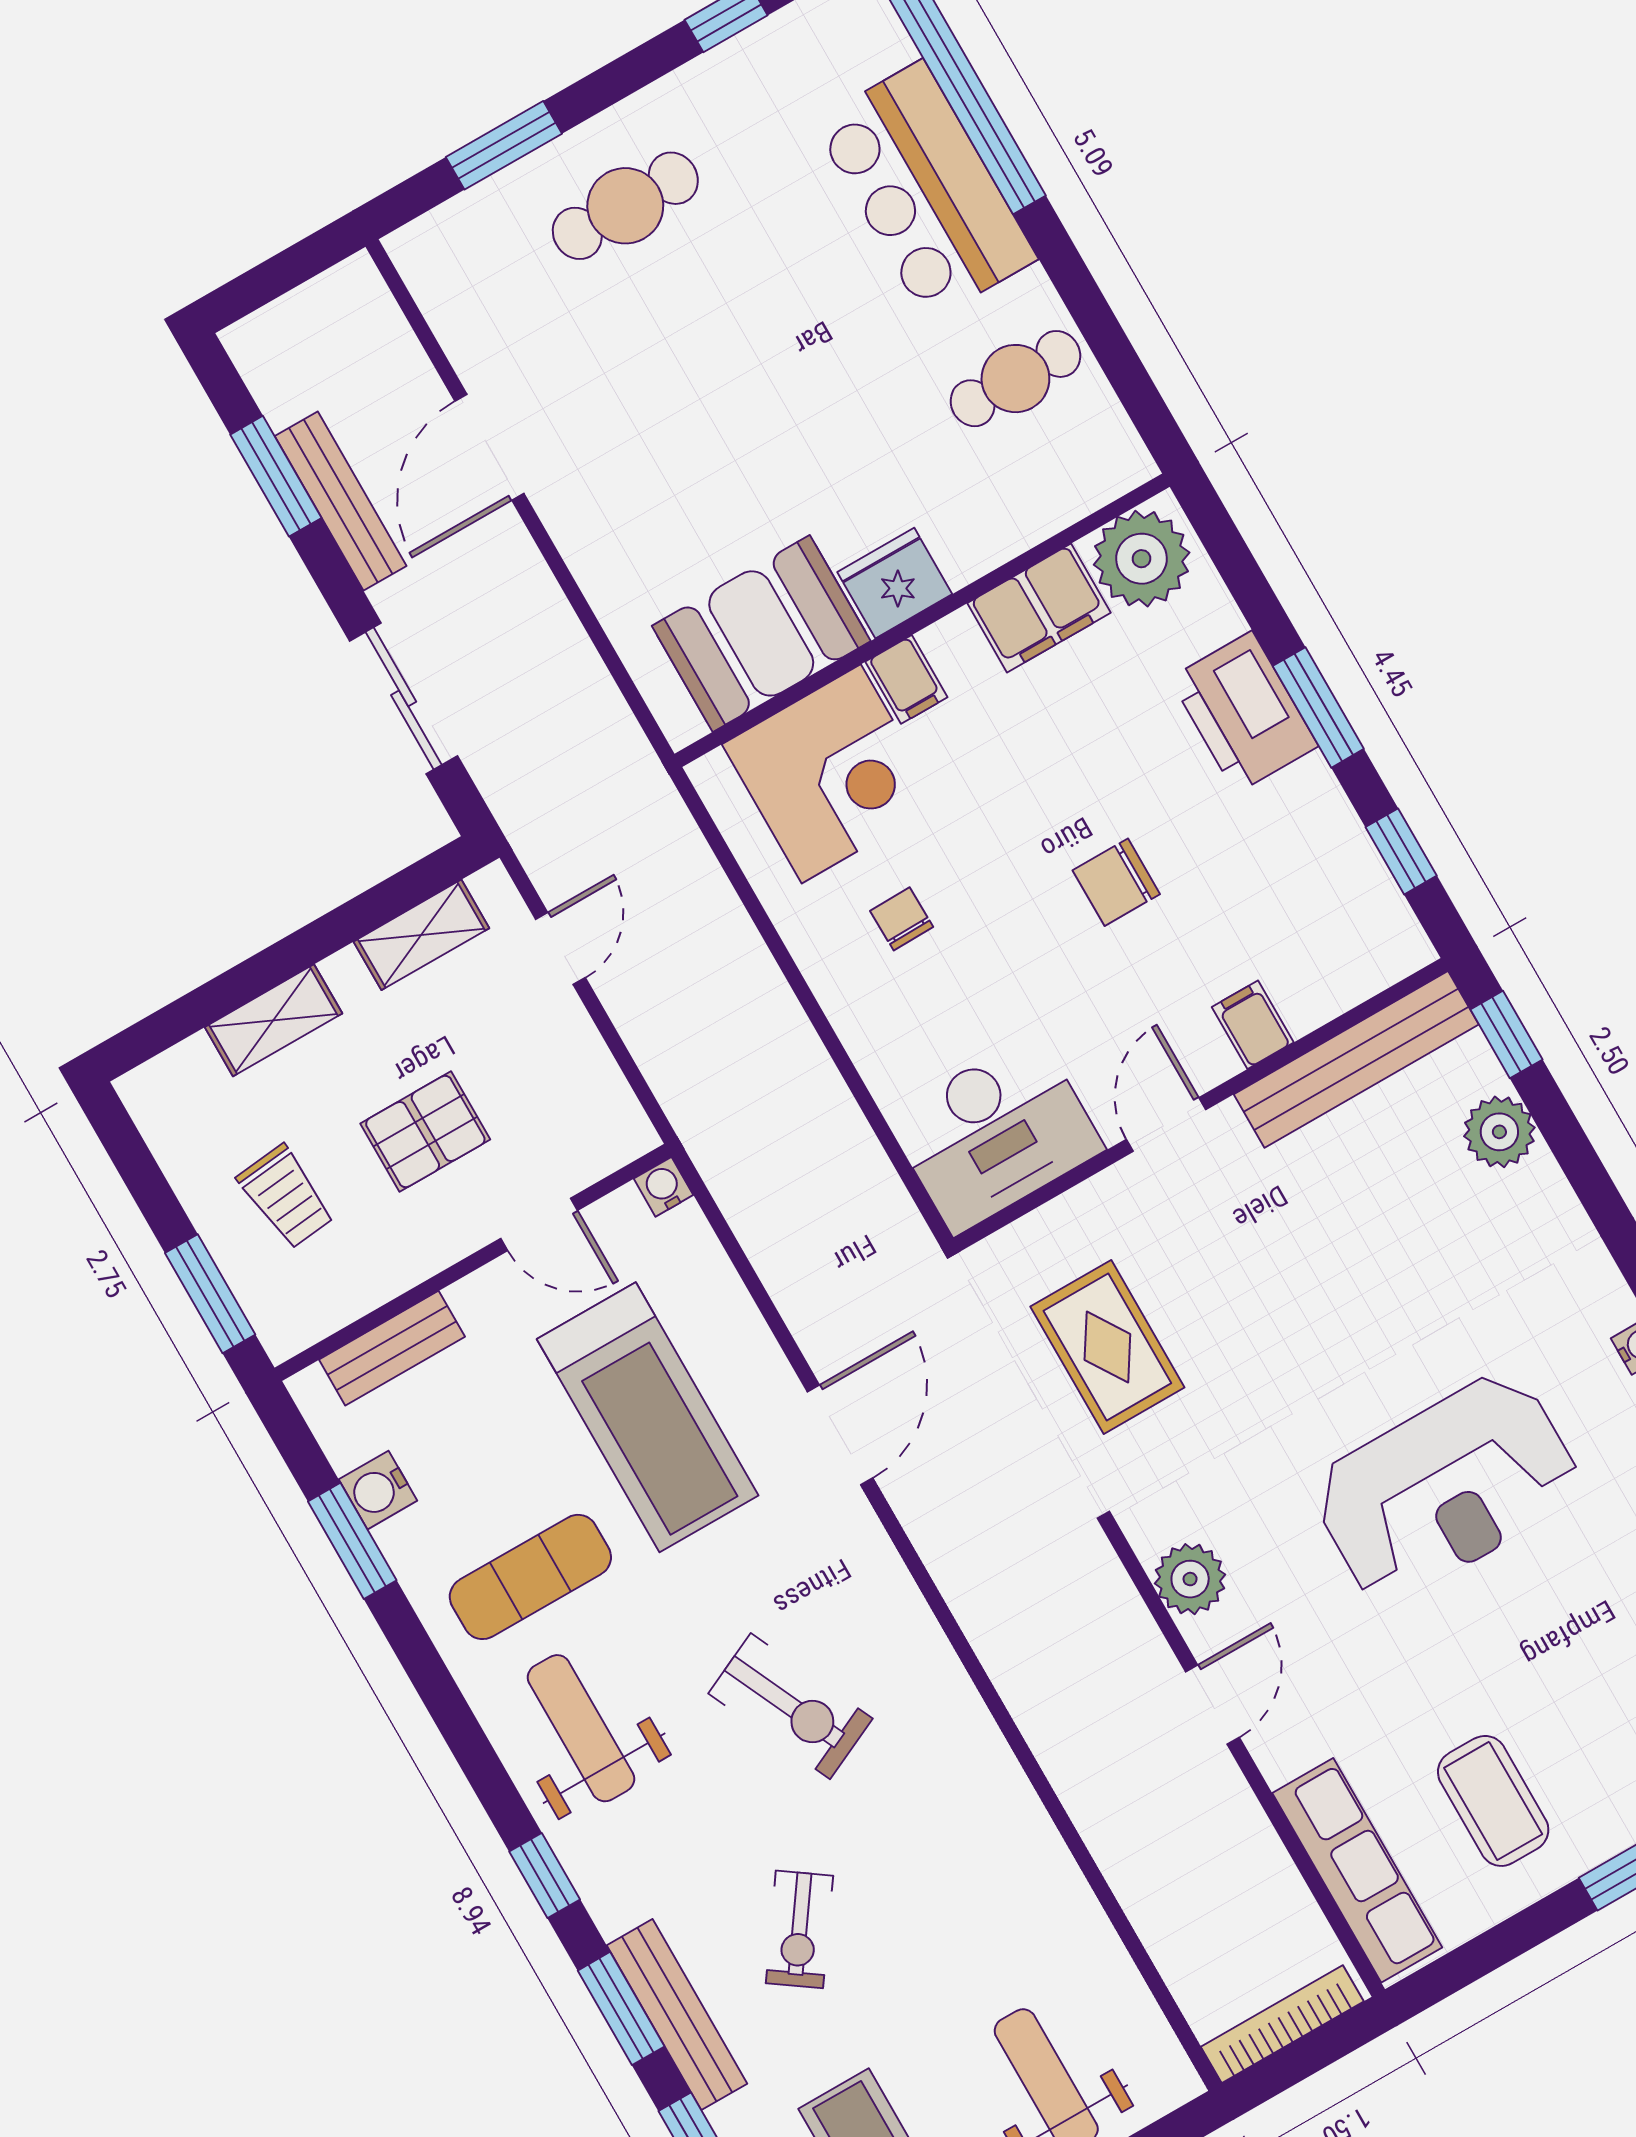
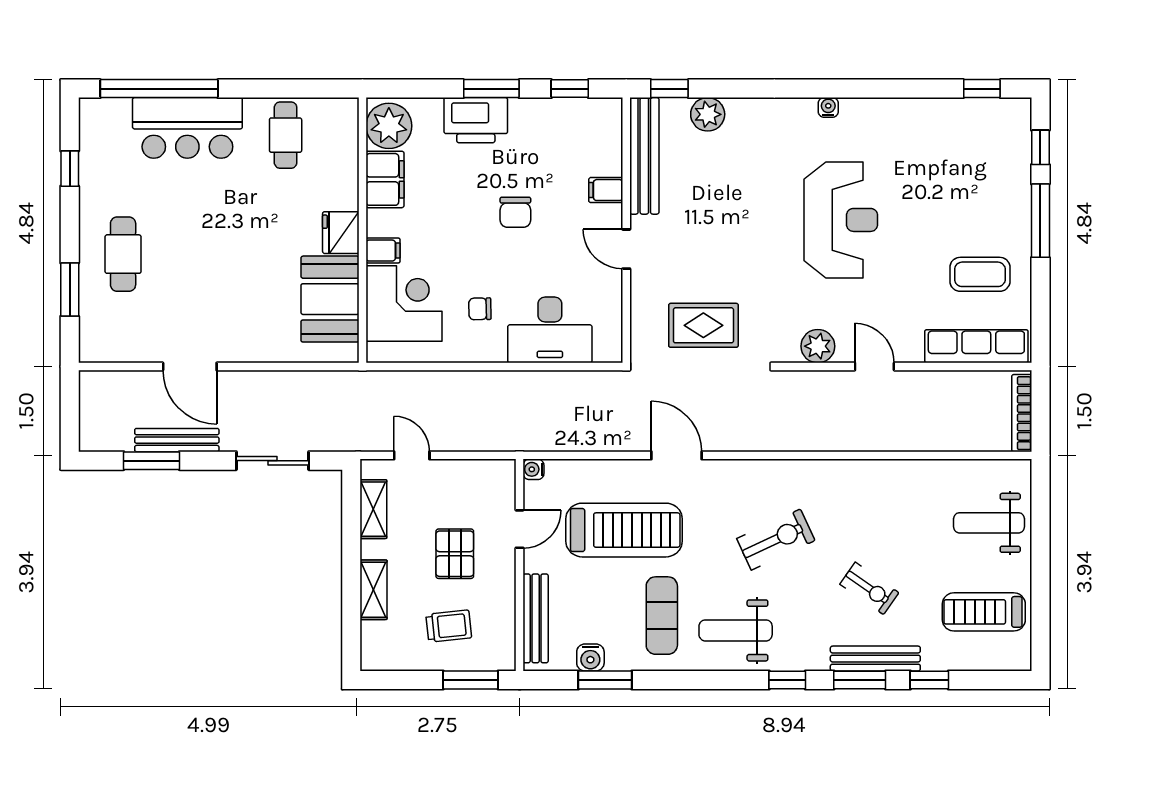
desk: (995, 1133) -> (550, 330), moved, turned 90
bench: (392, 1348) -> (536, 618), width x1.36

